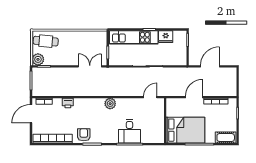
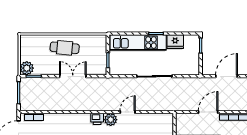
cafe table: (46, 41) -> (65, 48), moved
double door: (90, 66) -> (73, 76), moved
door: (150, 97) -> (128, 112), moved
printer: (68, 103) -> (97, 119), moved

